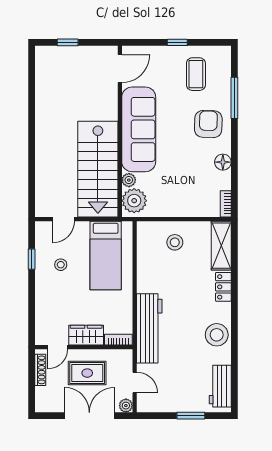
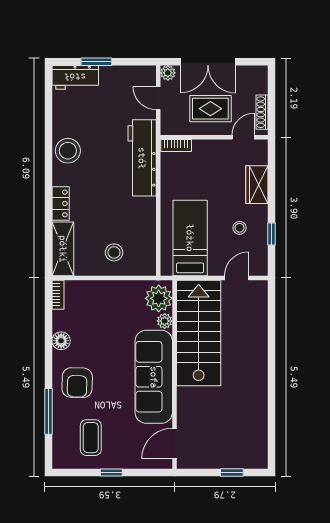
wardrobe: (86, 335) -> (257, 185), moved, turned 90
workbench: (220, 386) -> (75, 77), moved, turned 90

